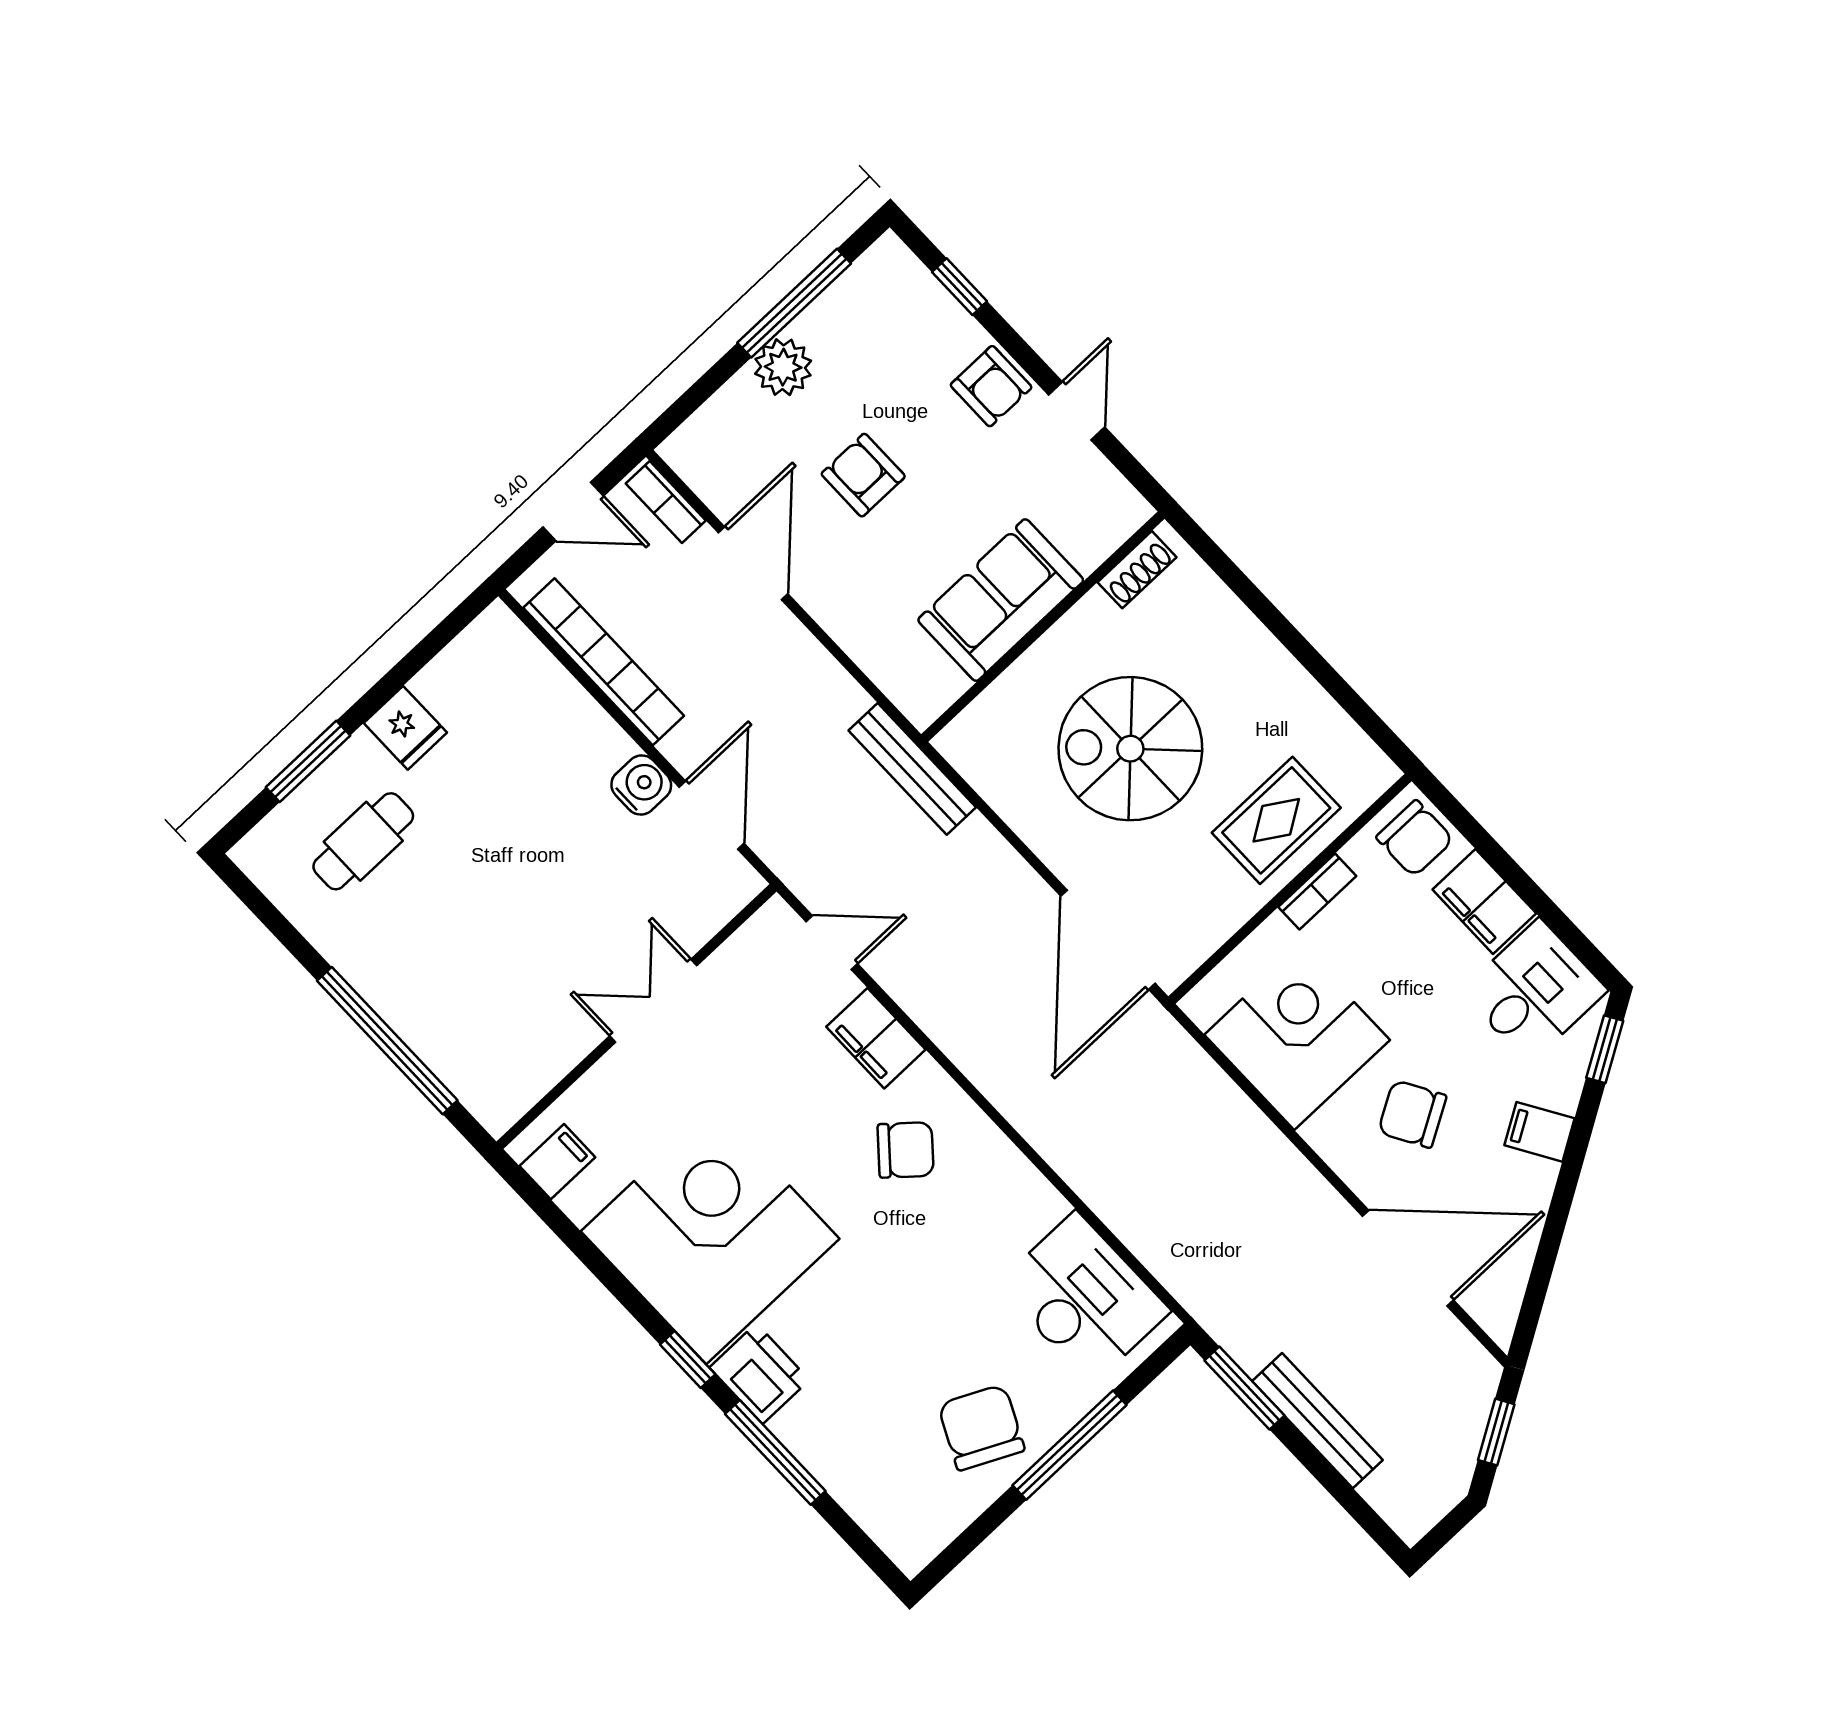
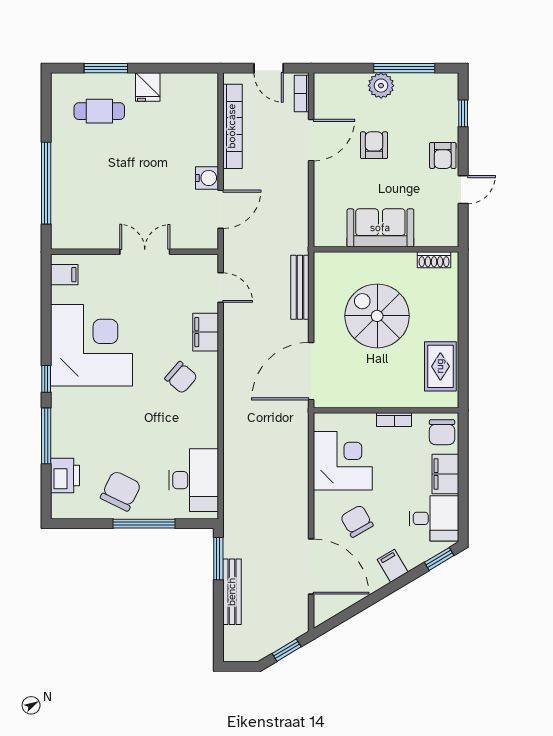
bench: (912, 769) -> (300, 287), moved
rug: (1276, 820) -> (440, 366), moved, turned 90
printer: (759, 1374) -> (65, 476), moved

